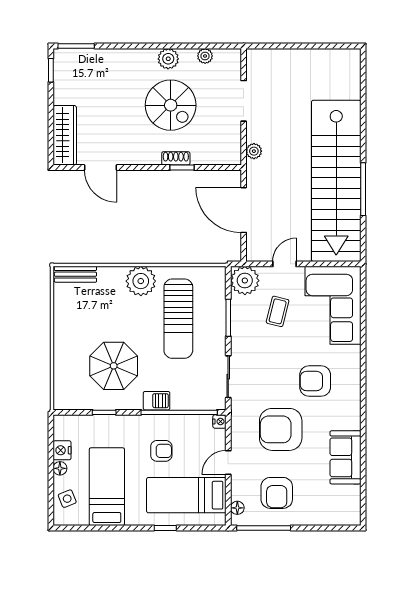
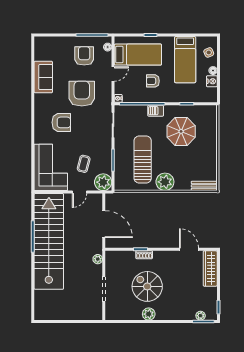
plant: (205, 56) -> (201, 316), moved
armchair: (281, 429) -> (82, 94), turned -90

